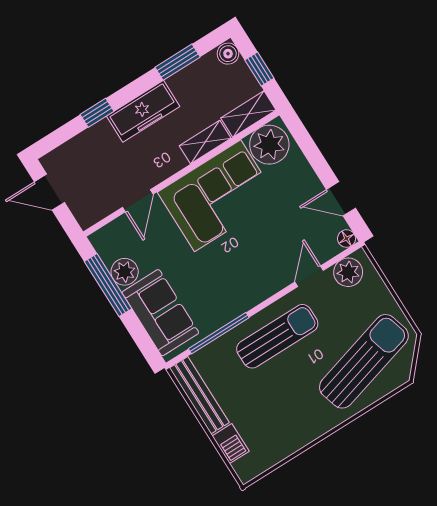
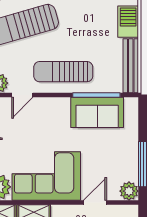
plant: (125, 272) -> (129, 191), moved
sofa: (160, 313) -> (97, 112), moved, turned -90
barbecue: (231, 444) -> (128, 22), width x1.38, depth x1.27

